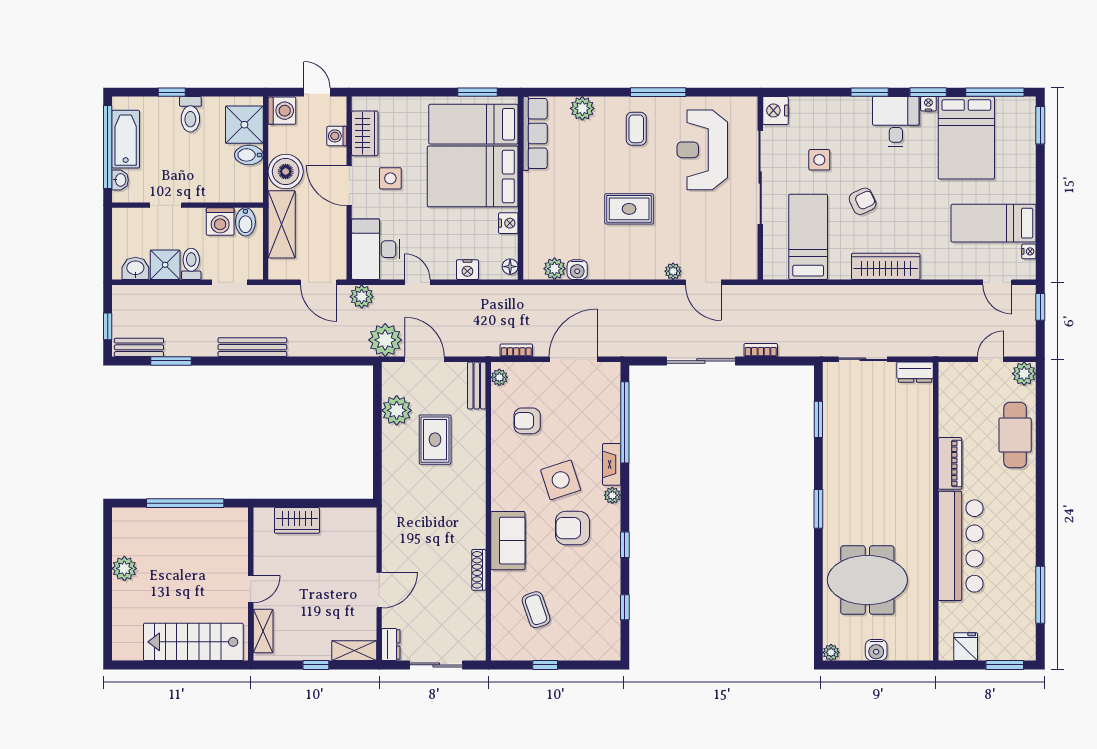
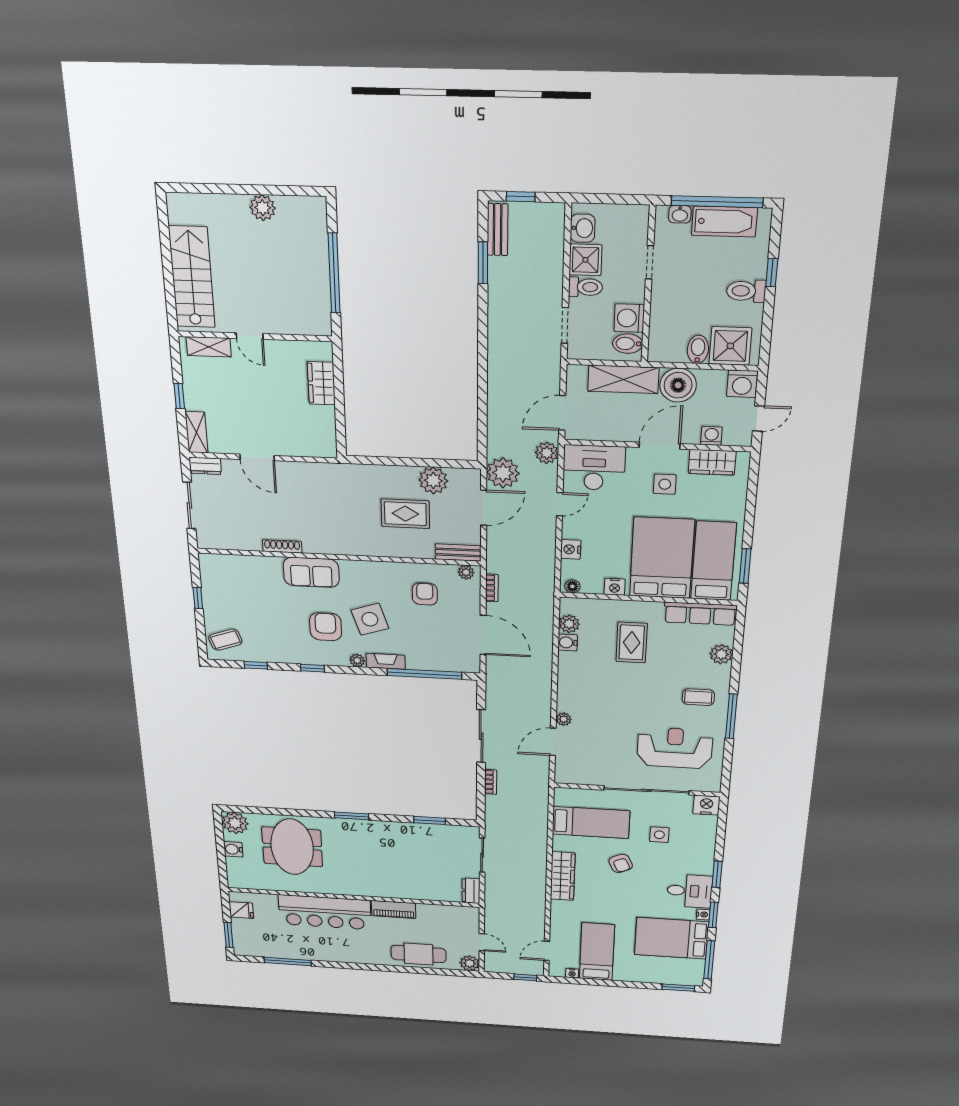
rug: (629, 209) -> (632, 642), moved
bench: (252, 347) -> (497, 346), removed
coffee table: (536, 610) -> (225, 640), moved
plant: (831, 652) -> (235, 823), width x1.88, depth x1.88

